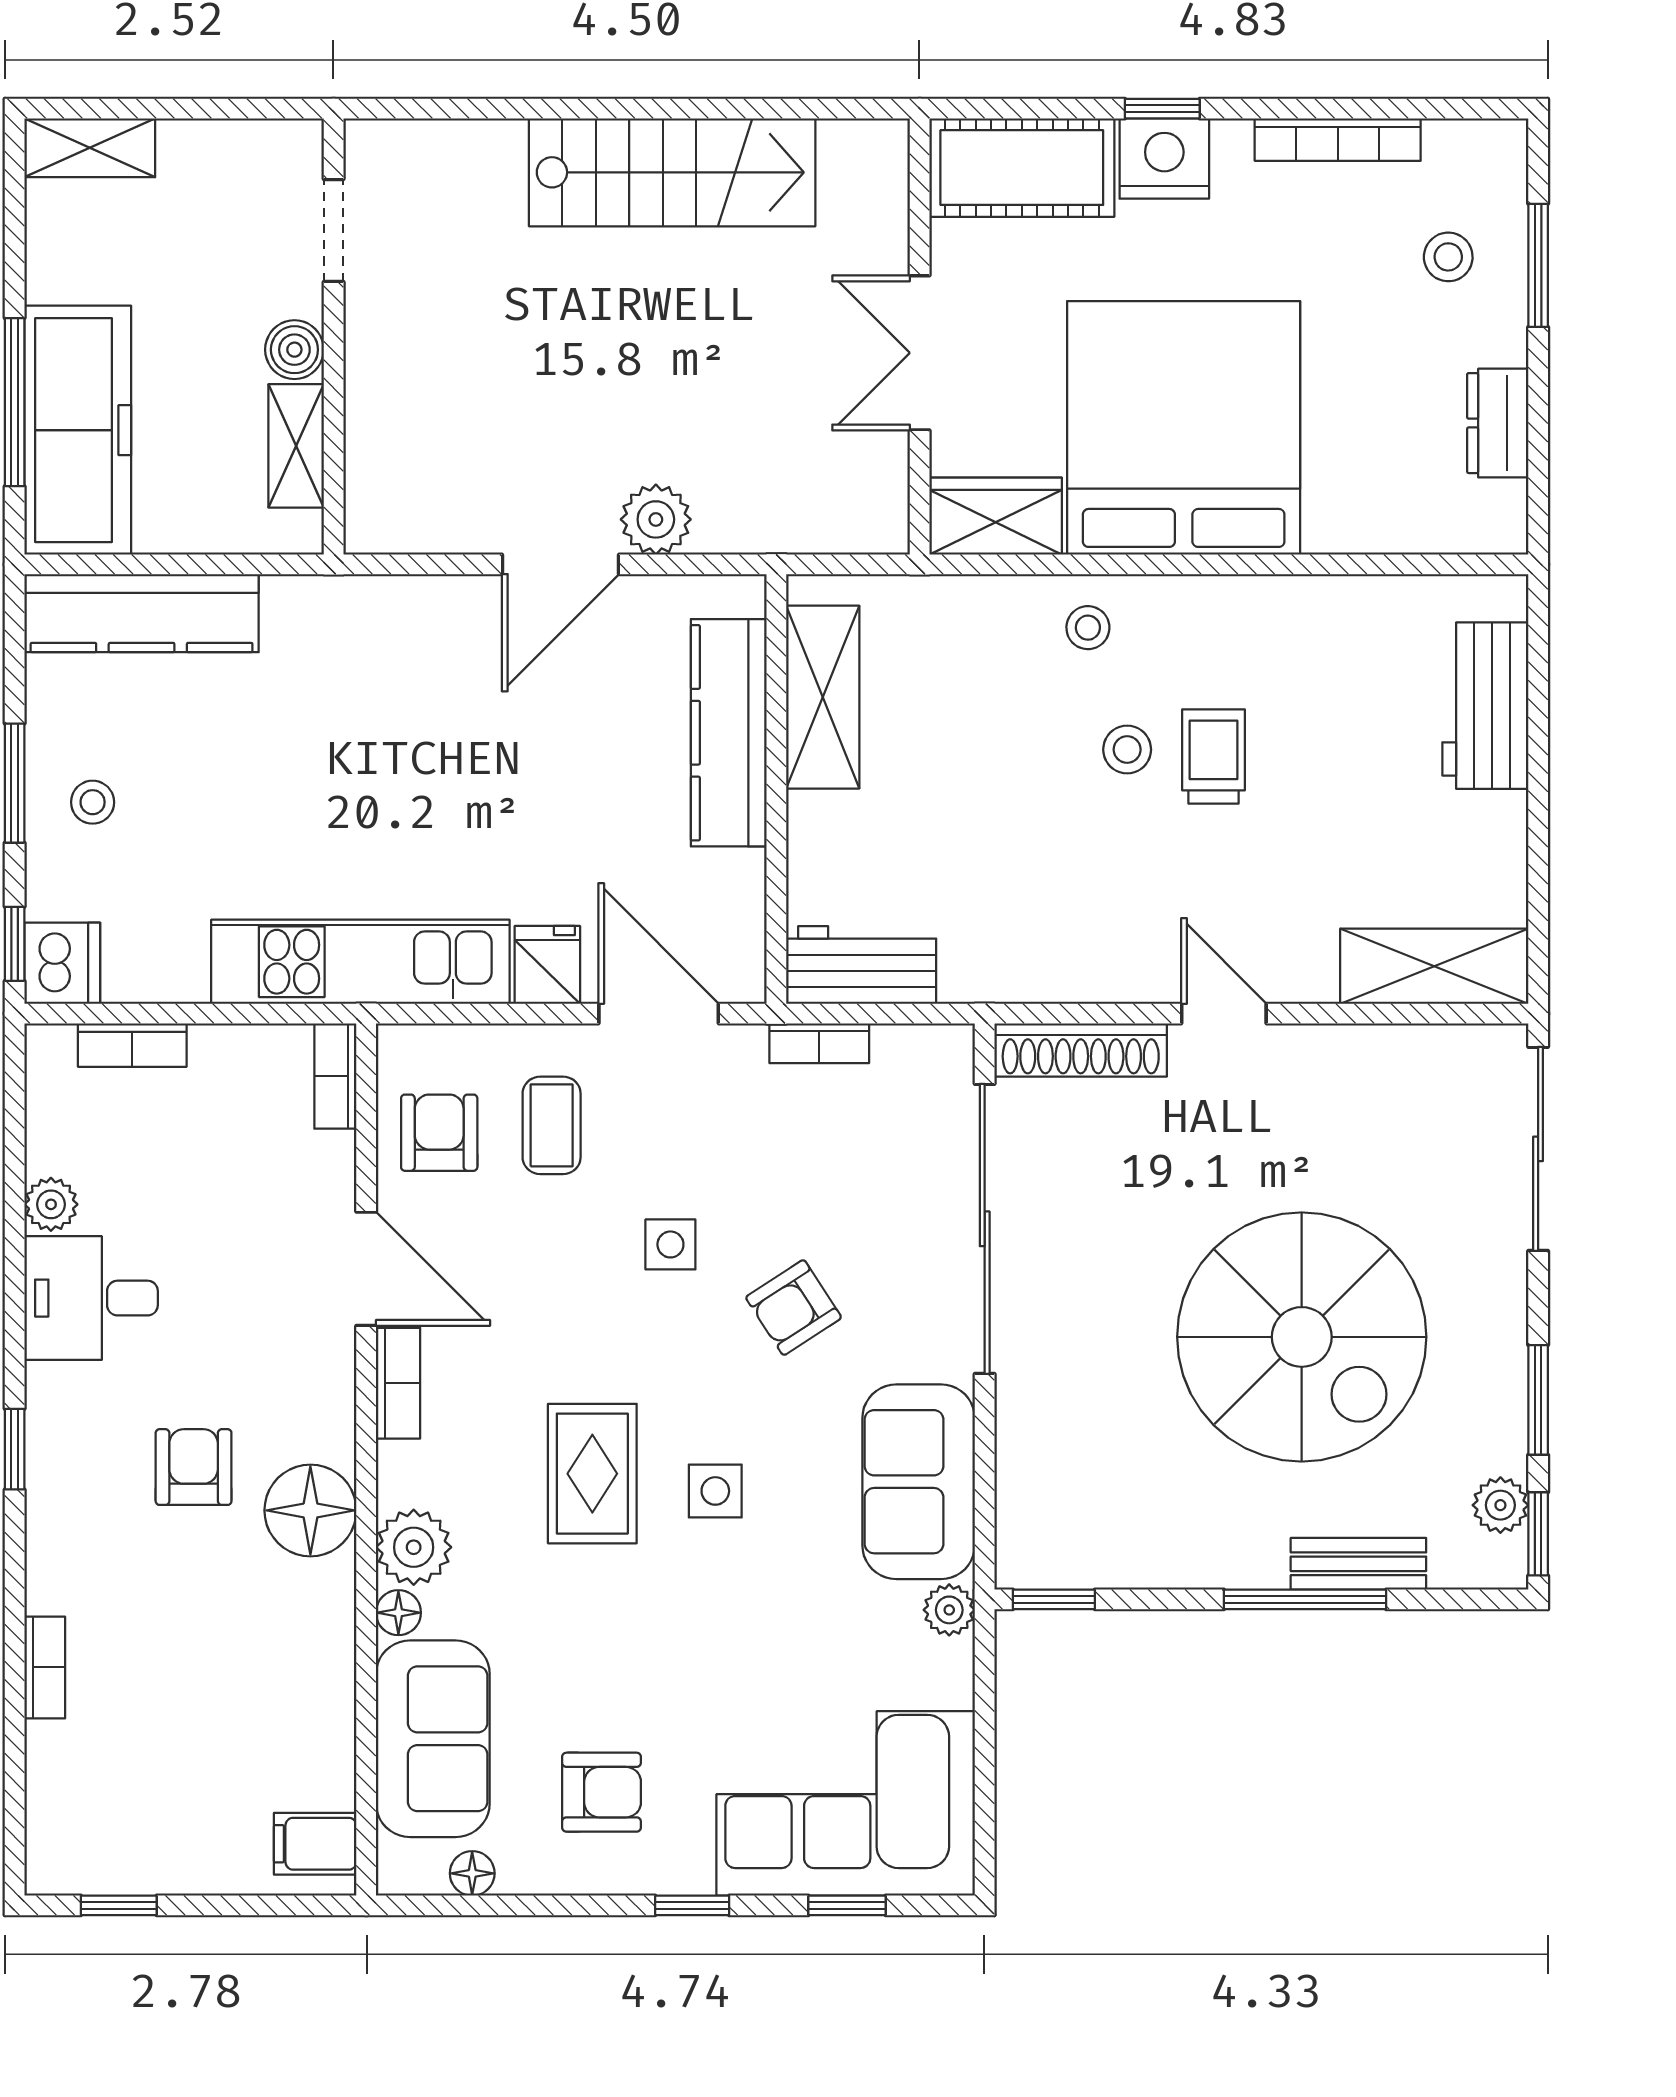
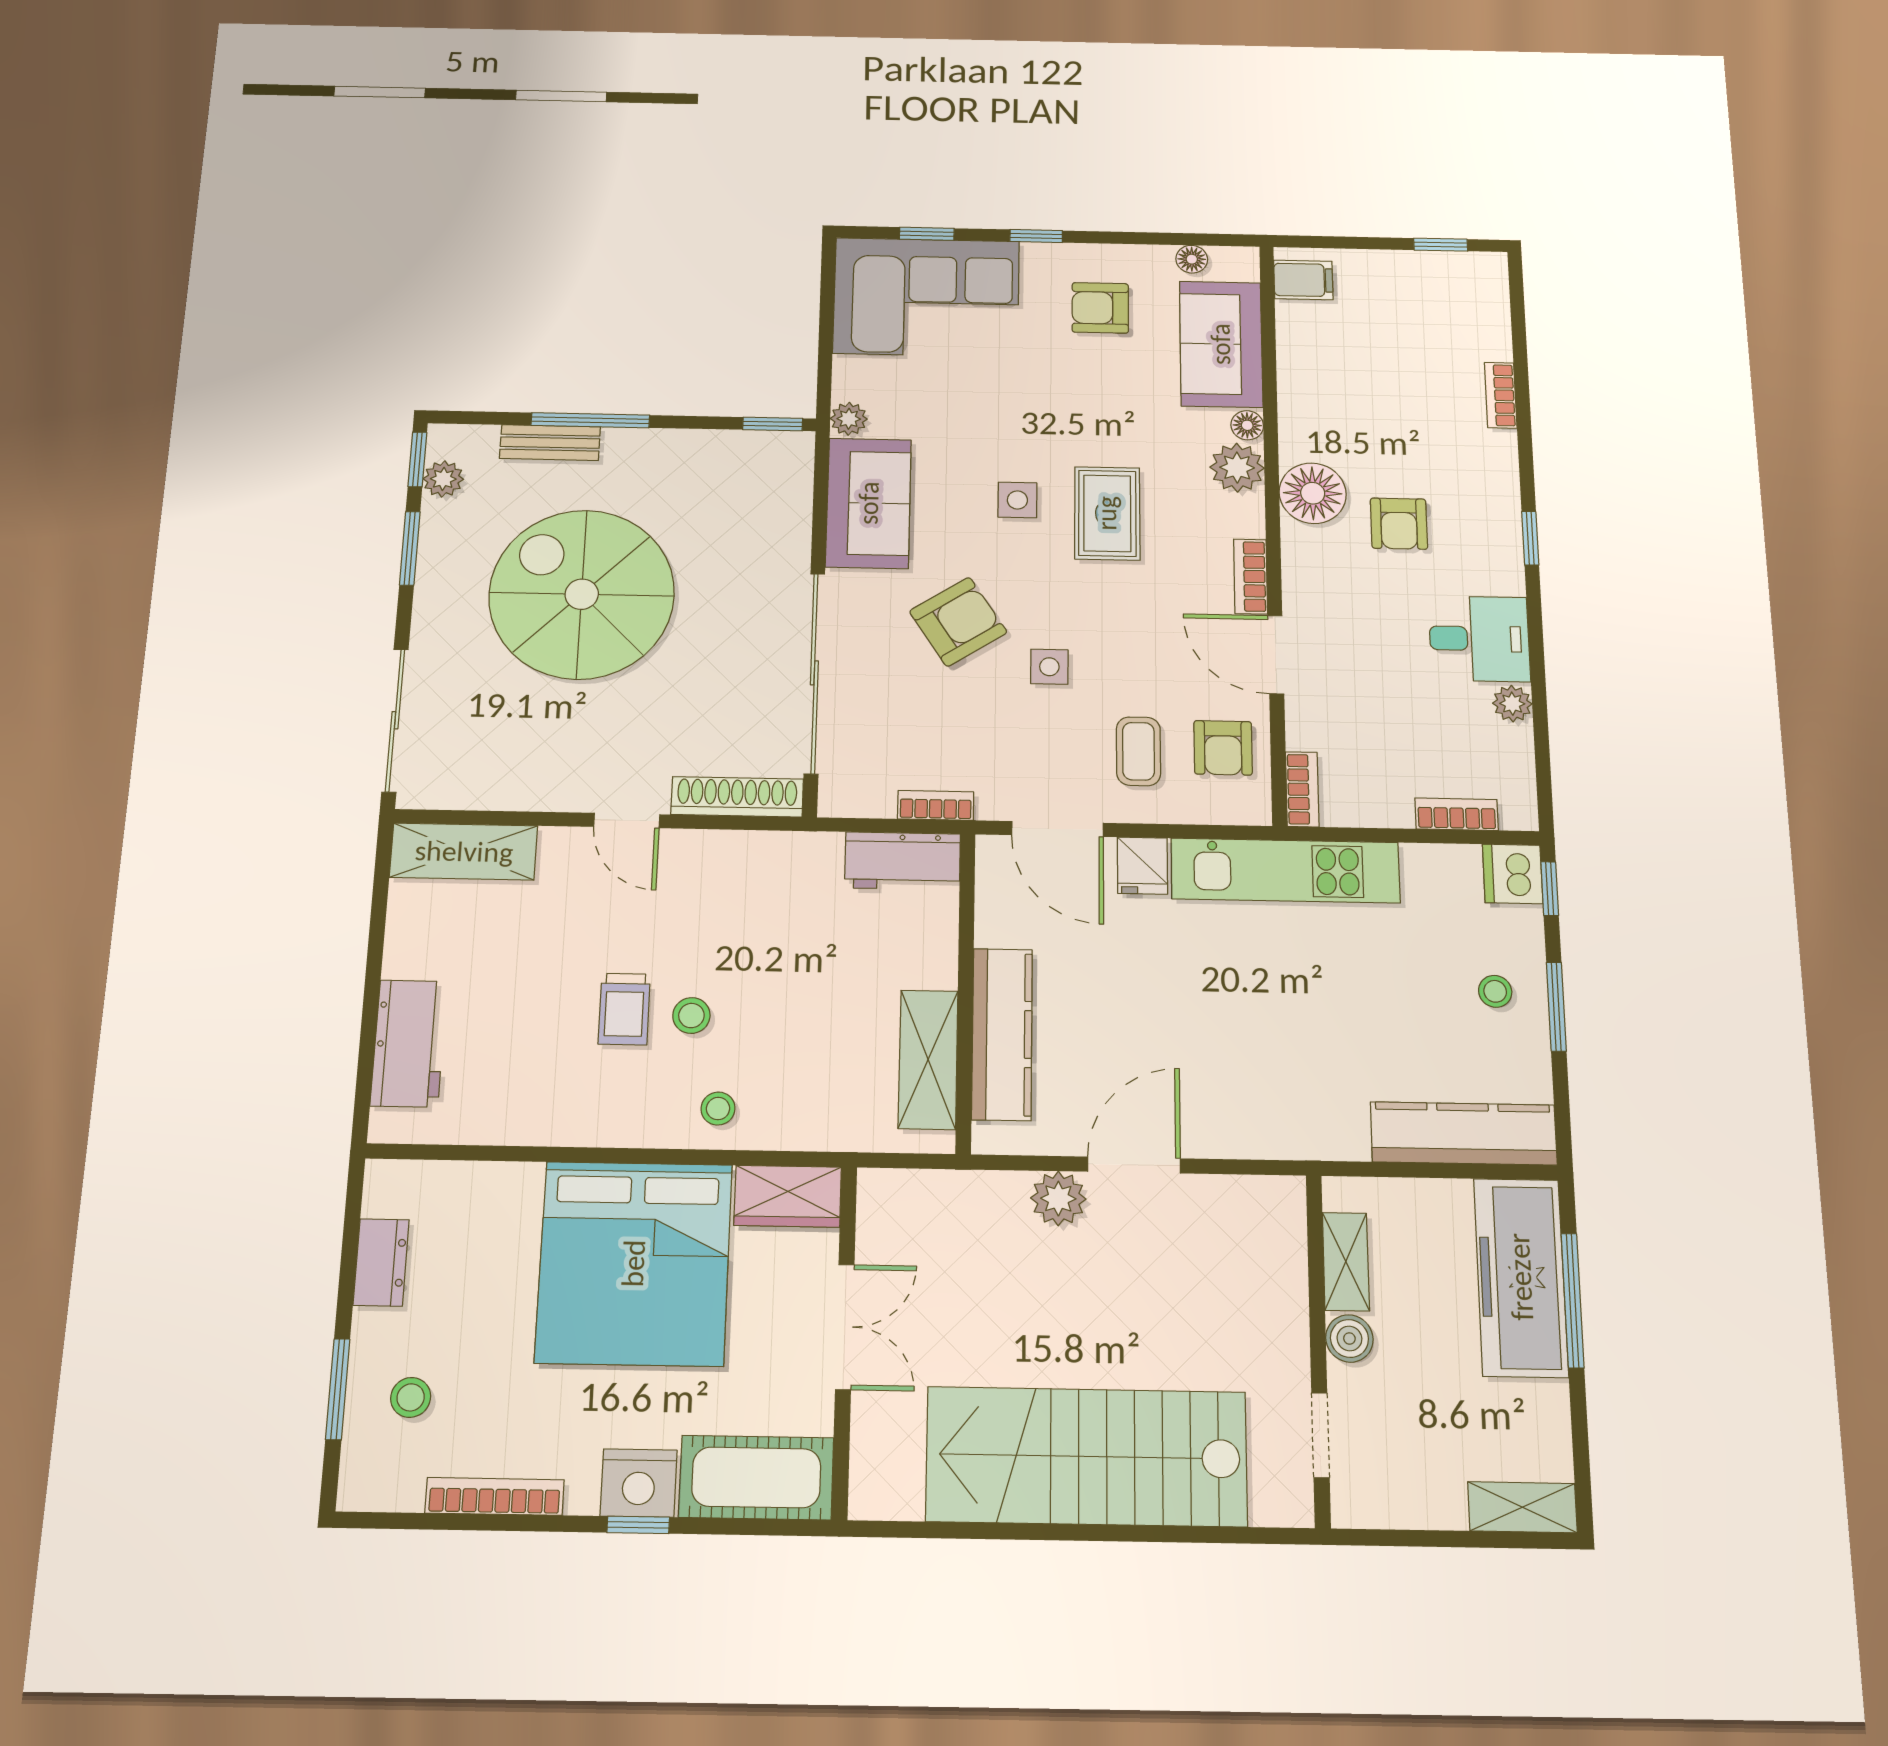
stairs: (672, 172) -> (1087, 1456), width x1.36, depth x1.51
armchair: (794, 1308) -> (958, 622), width x1.38, depth x1.38

